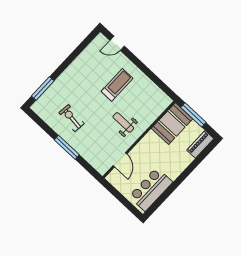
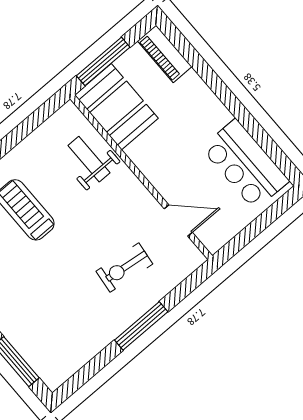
exercise bike: (72, 118) -> (124, 268), moved
weight bench: (123, 122) -> (89, 159), moved, turned 90

